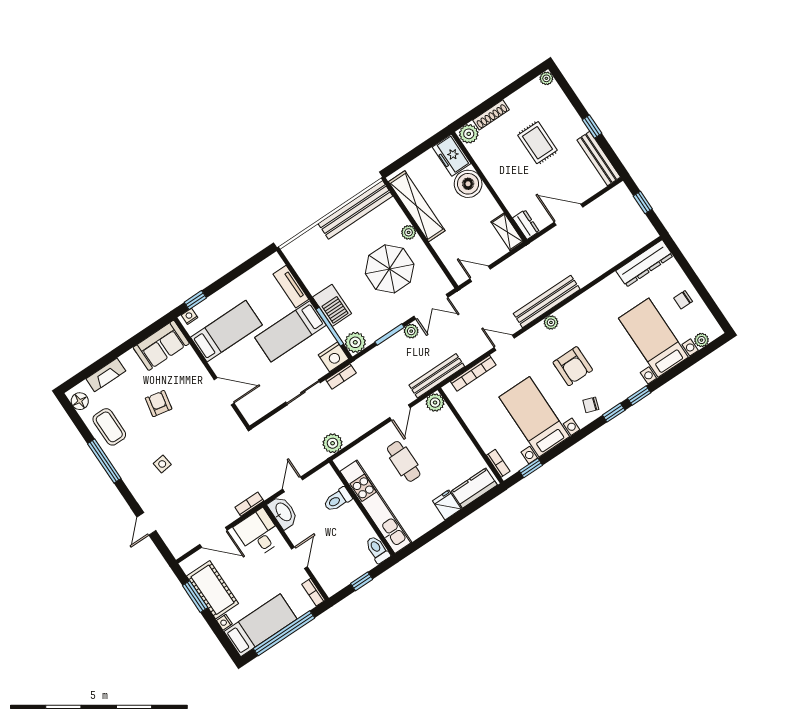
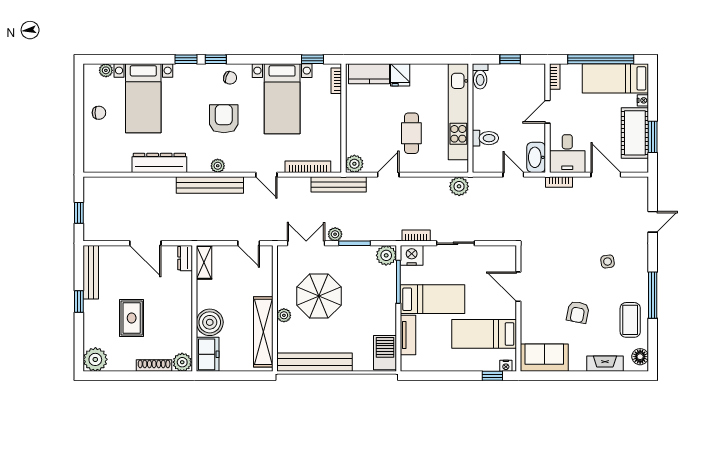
plant: (546, 78) -> (95, 359), width x1.88, depth x1.88
dresser: (645, 263) -> (159, 163), moved
barbecue: (332, 305) -> (385, 353), moved
door: (293, 484) -> (513, 175), swing flipped

